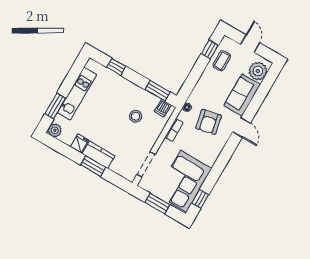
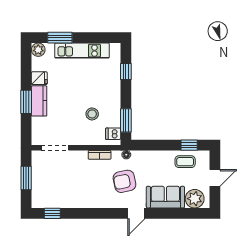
corner sofa: (184, 181) -> (59, 190), removed

